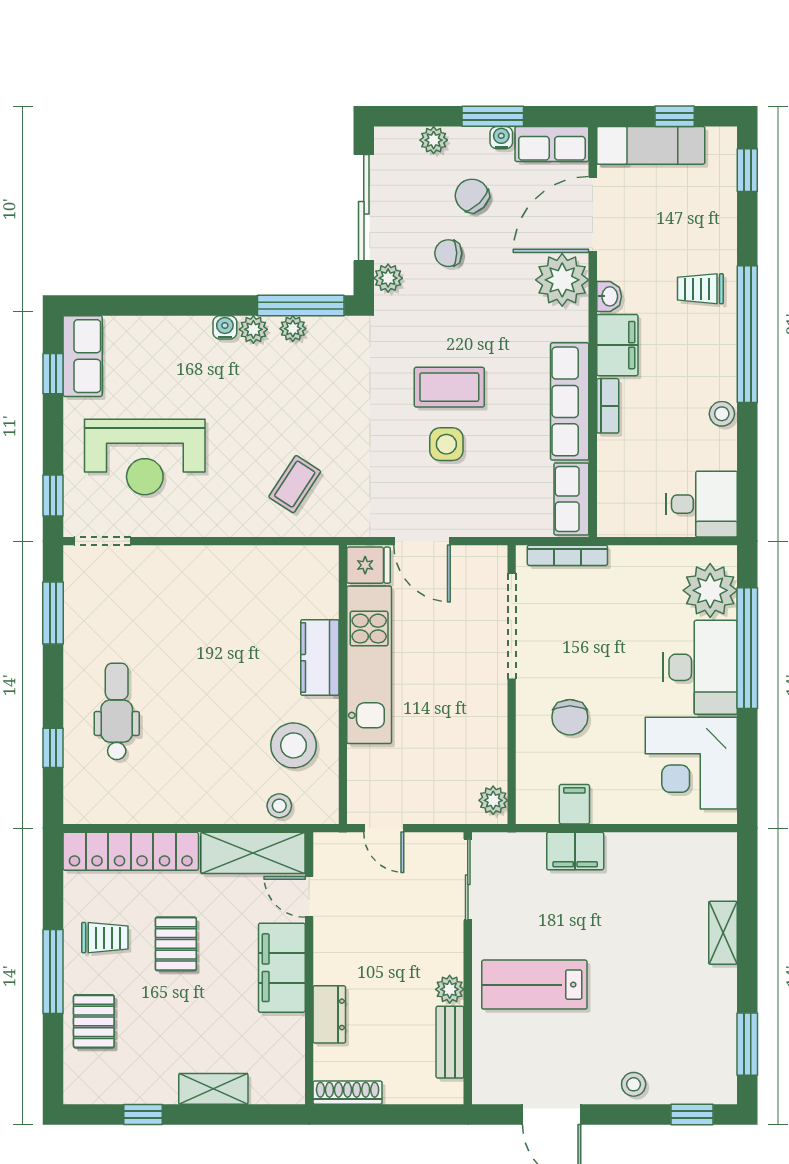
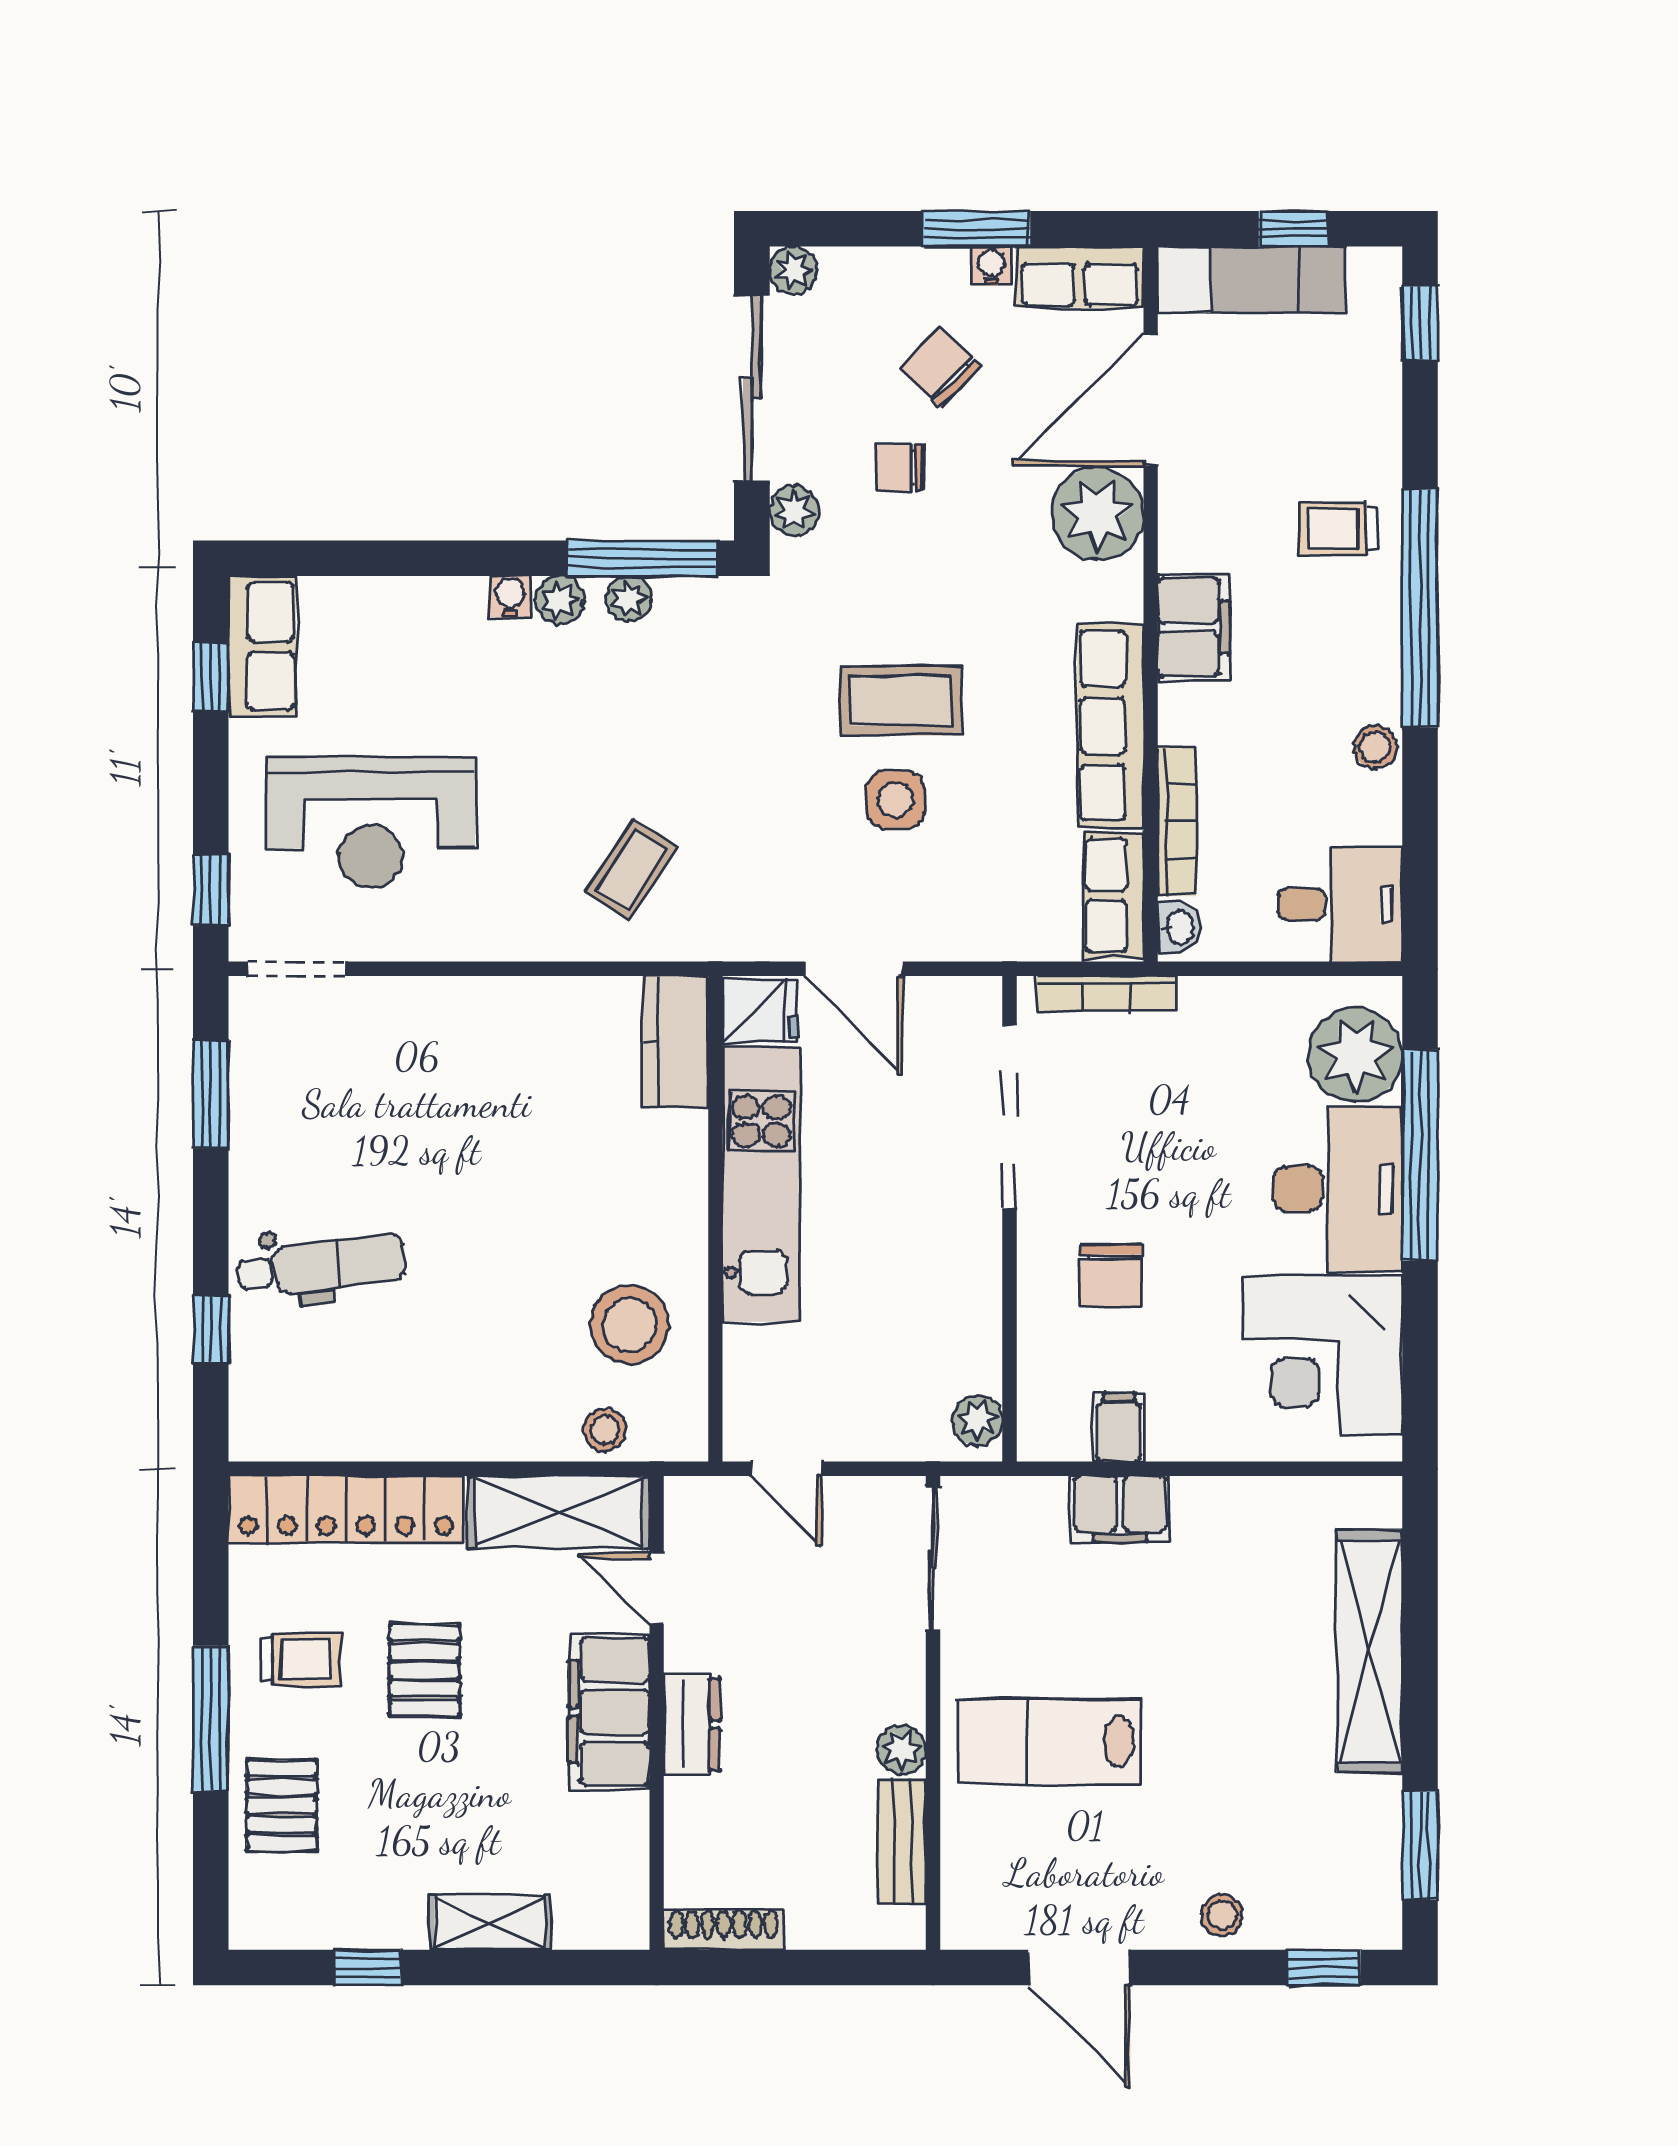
plant: (434, 140) -> (793, 270), moved
washbasin: (609, 296) -> (1179, 927), moved
bookcase: (608, 406) -> (1177, 822), moved, width x1.56
kitchen counter: (320, 658) -> (675, 1042), moved
dental chair: (117, 711) -> (321, 1266), turned 83
shelving: (723, 933) -> (1369, 1651), width x2.20, depth x1.33
dresser: (329, 1014) -> (692, 1724), moved

